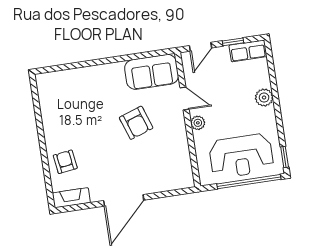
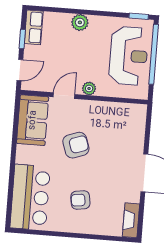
door: (200, 47) -> (20, 70), hinge flipped
bar counter: (71, 88) -> (30, 197), added
armchair: (65, 162) -> (80, 200), moved

